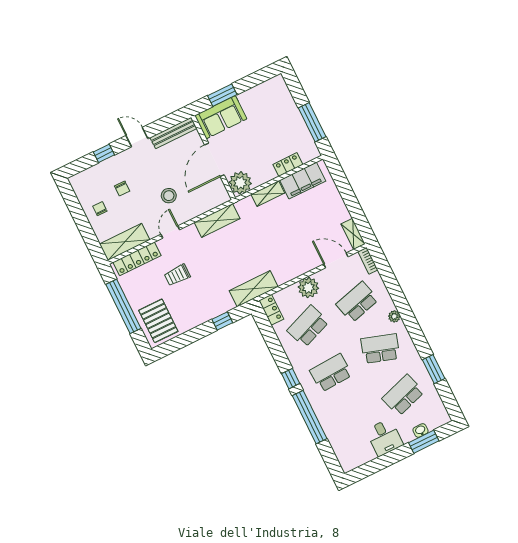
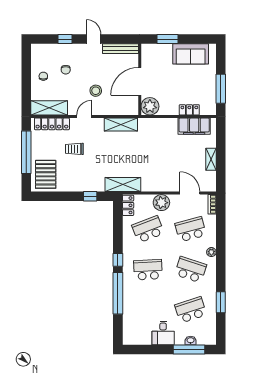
sofa: (221, 117) -> (191, 54), moved
shelving: (268, 194) -> (165, 123), removed
shelving: (353, 234) -> (211, 159), moved
window: (424, 442) -> (189, 349), width x1.44

